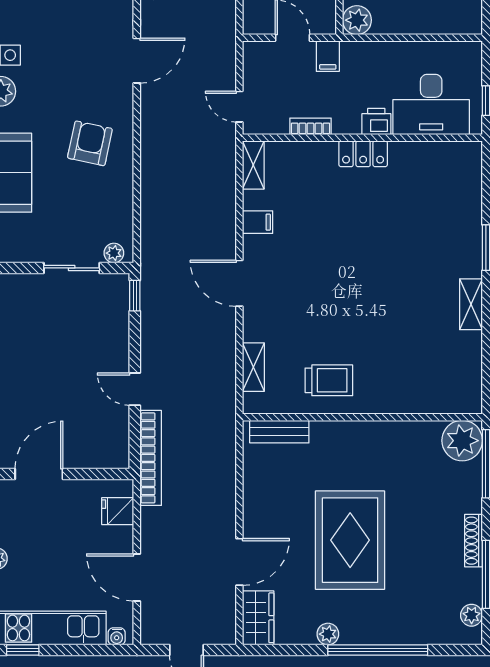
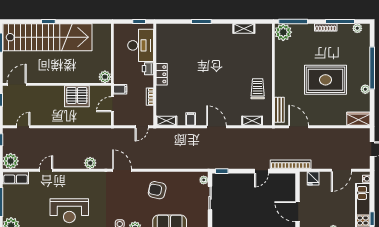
door: (239, 283) -> (217, 127), swing flipped
shelving: (471, 304) -> (244, 28), moved
door: (239, 562) -> (299, 127), moved

